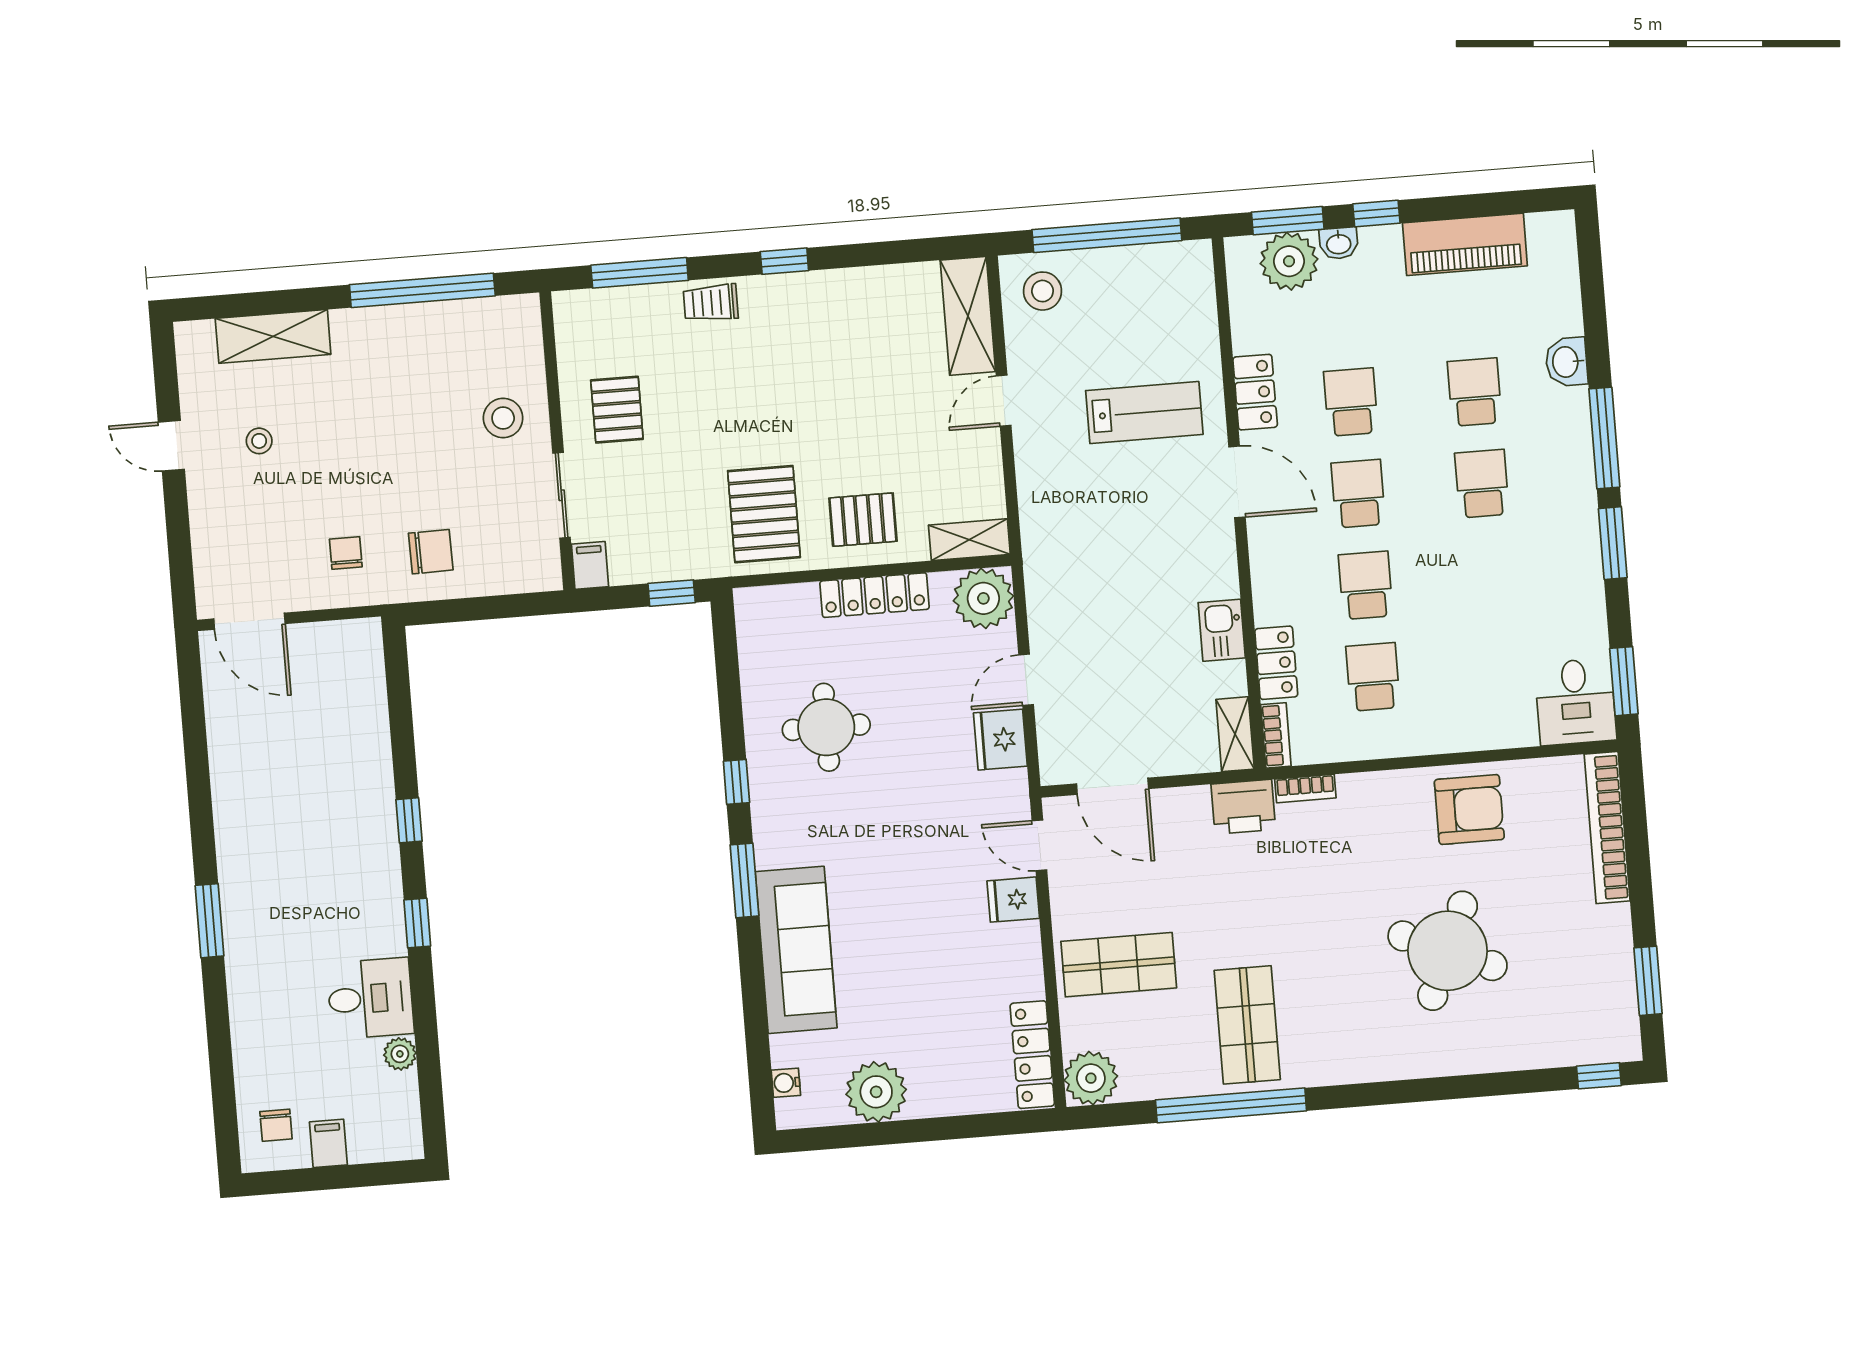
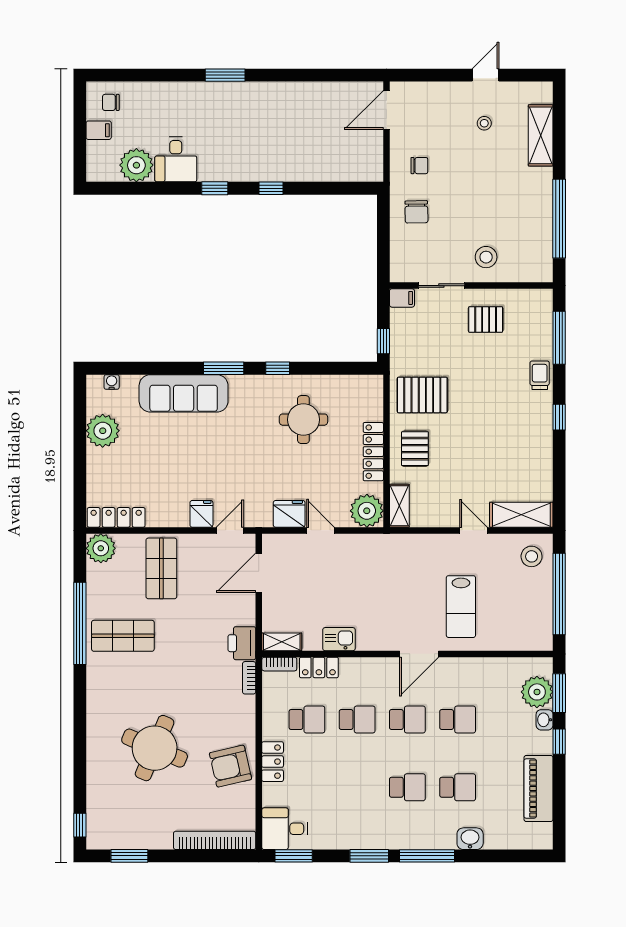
locker: (1255, 392) -> (273, 762), moved, turned -90
armchair: (1469, 810) -> (230, 766), turned 77
plant: (400, 1054) -> (136, 165), width x1.87, depth x1.87

